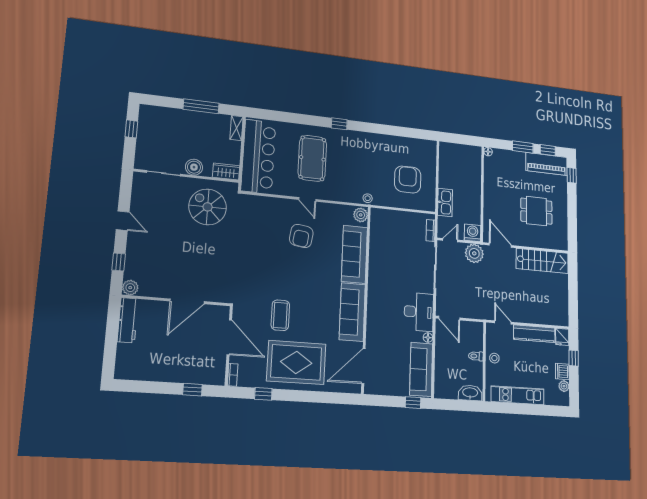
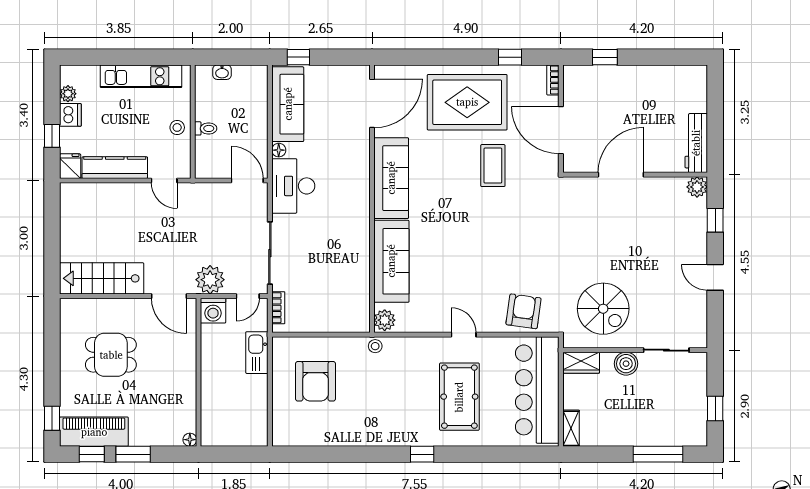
window: (201, 106) -> (658, 454), moved
armchair: (301, 236) -> (524, 311), moved
washbasin: (470, 393) -> (222, 72), width x0.52, depth x0.69

